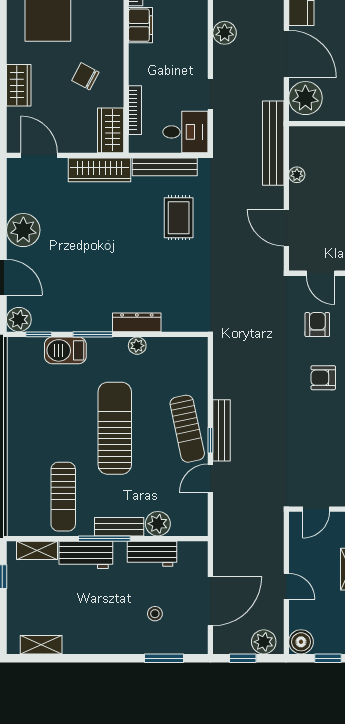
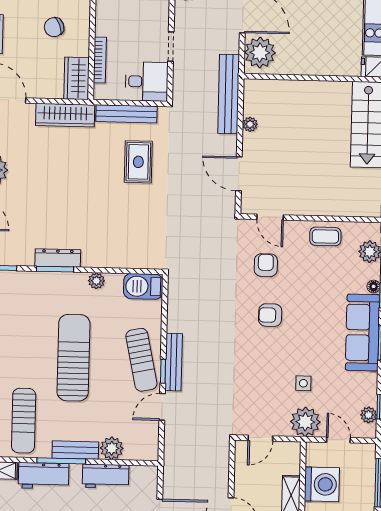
chair: (85, 76) -> (54, 27), turned -49
dresser: (137, 322) -> (58, 258), moved
barbecue: (65, 350) -> (143, 286), moved

